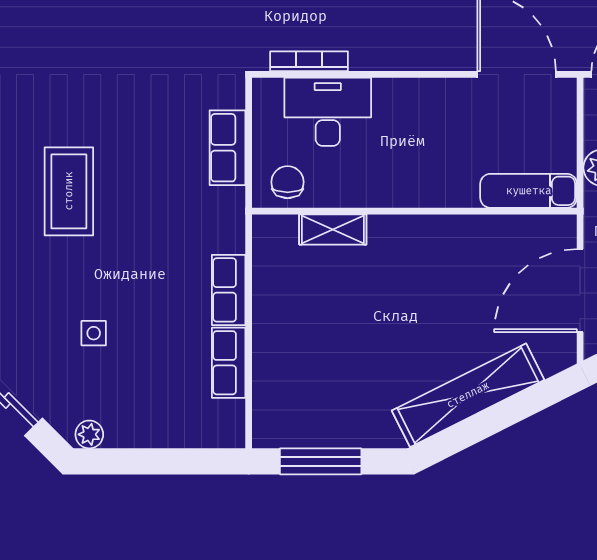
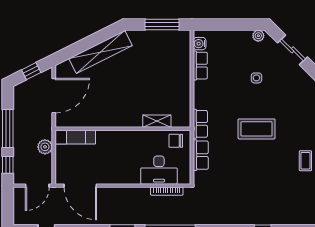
chair: (288, 182) -> (176, 141), turned 90
coffee table: (69, 191) -> (257, 129), moved, turned 90
row of seats: (229, 290) -> (200, 124), moved
water cooler: (230, 416) -> (200, 44), added

